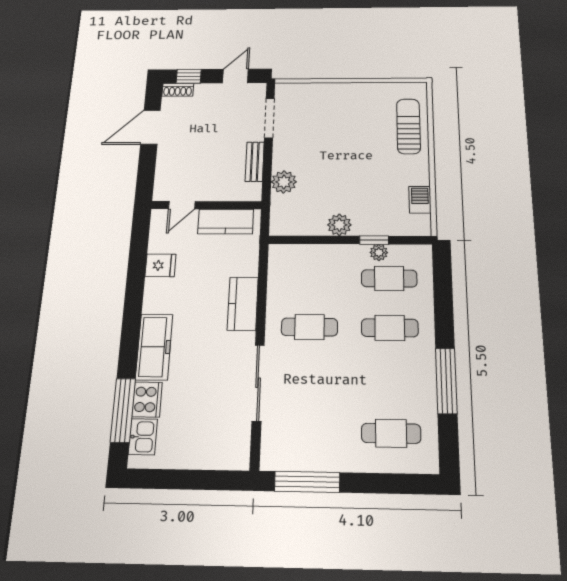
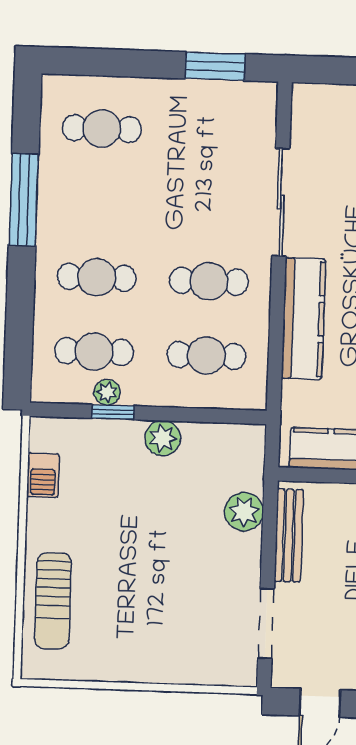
bench: (255, 162) -> (289, 535), width x1.36
cafe table: (311, 278) -> (206, 356), added
kitchen counter: (243, 304) -> (303, 319), width x1.50
window: (307, 482) -> (215, 66), width x0.69

